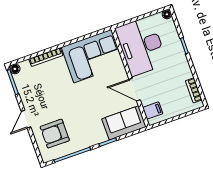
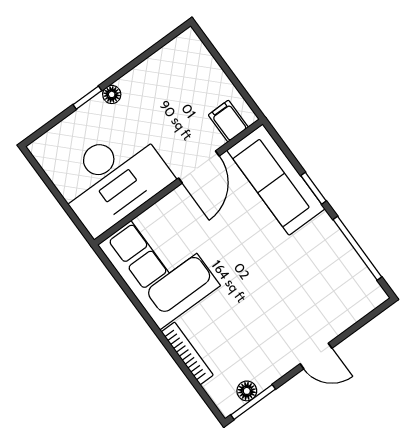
floor lamp: (167, 14) -> (112, 94), moved
floor lamp: (15, 69) -> (247, 391), moved
bookcase: (194, 90) -> (167, 55), removed
sofa: (124, 123) -> (276, 180), width x1.36
armchair: (55, 134) -> (327, 293), removed

